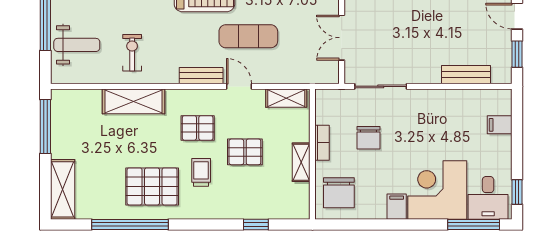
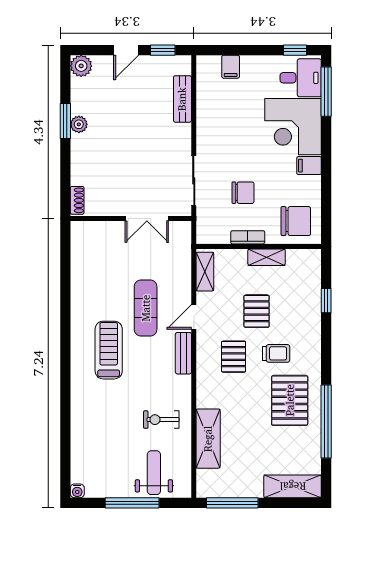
shelving: (133, 101) -> (208, 439), moved
trolley: (201, 172) -> (276, 353), turned 180

